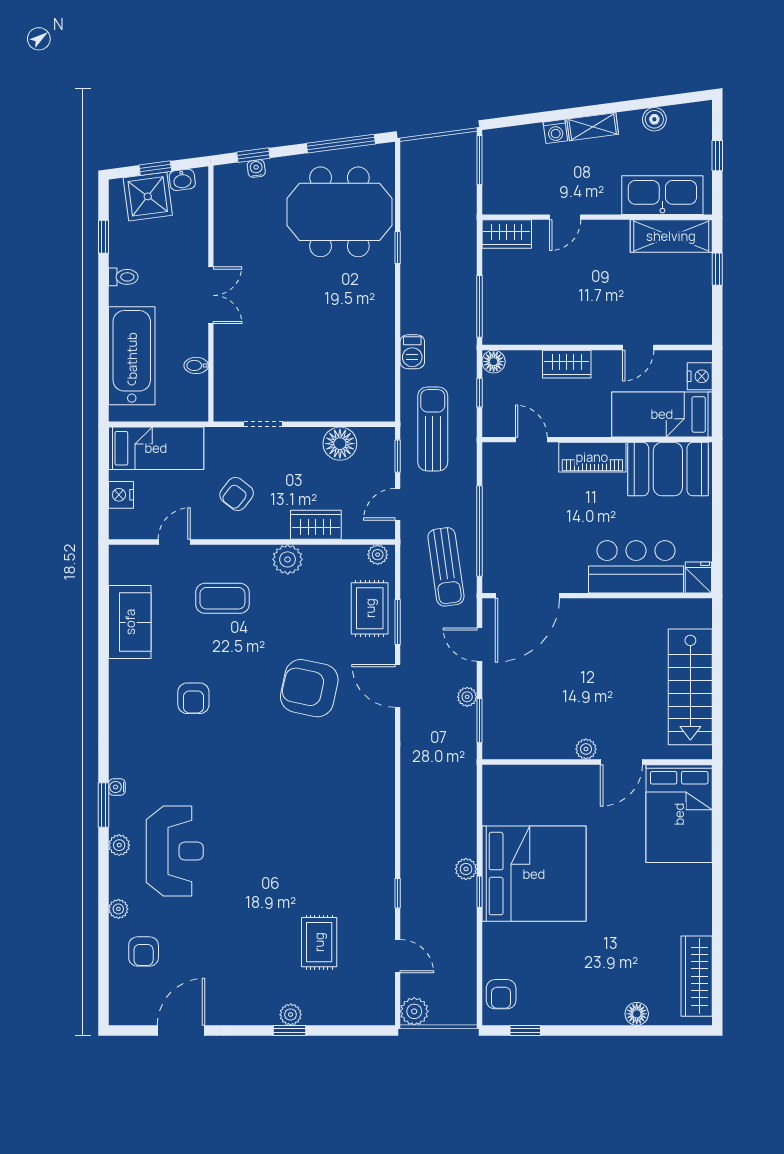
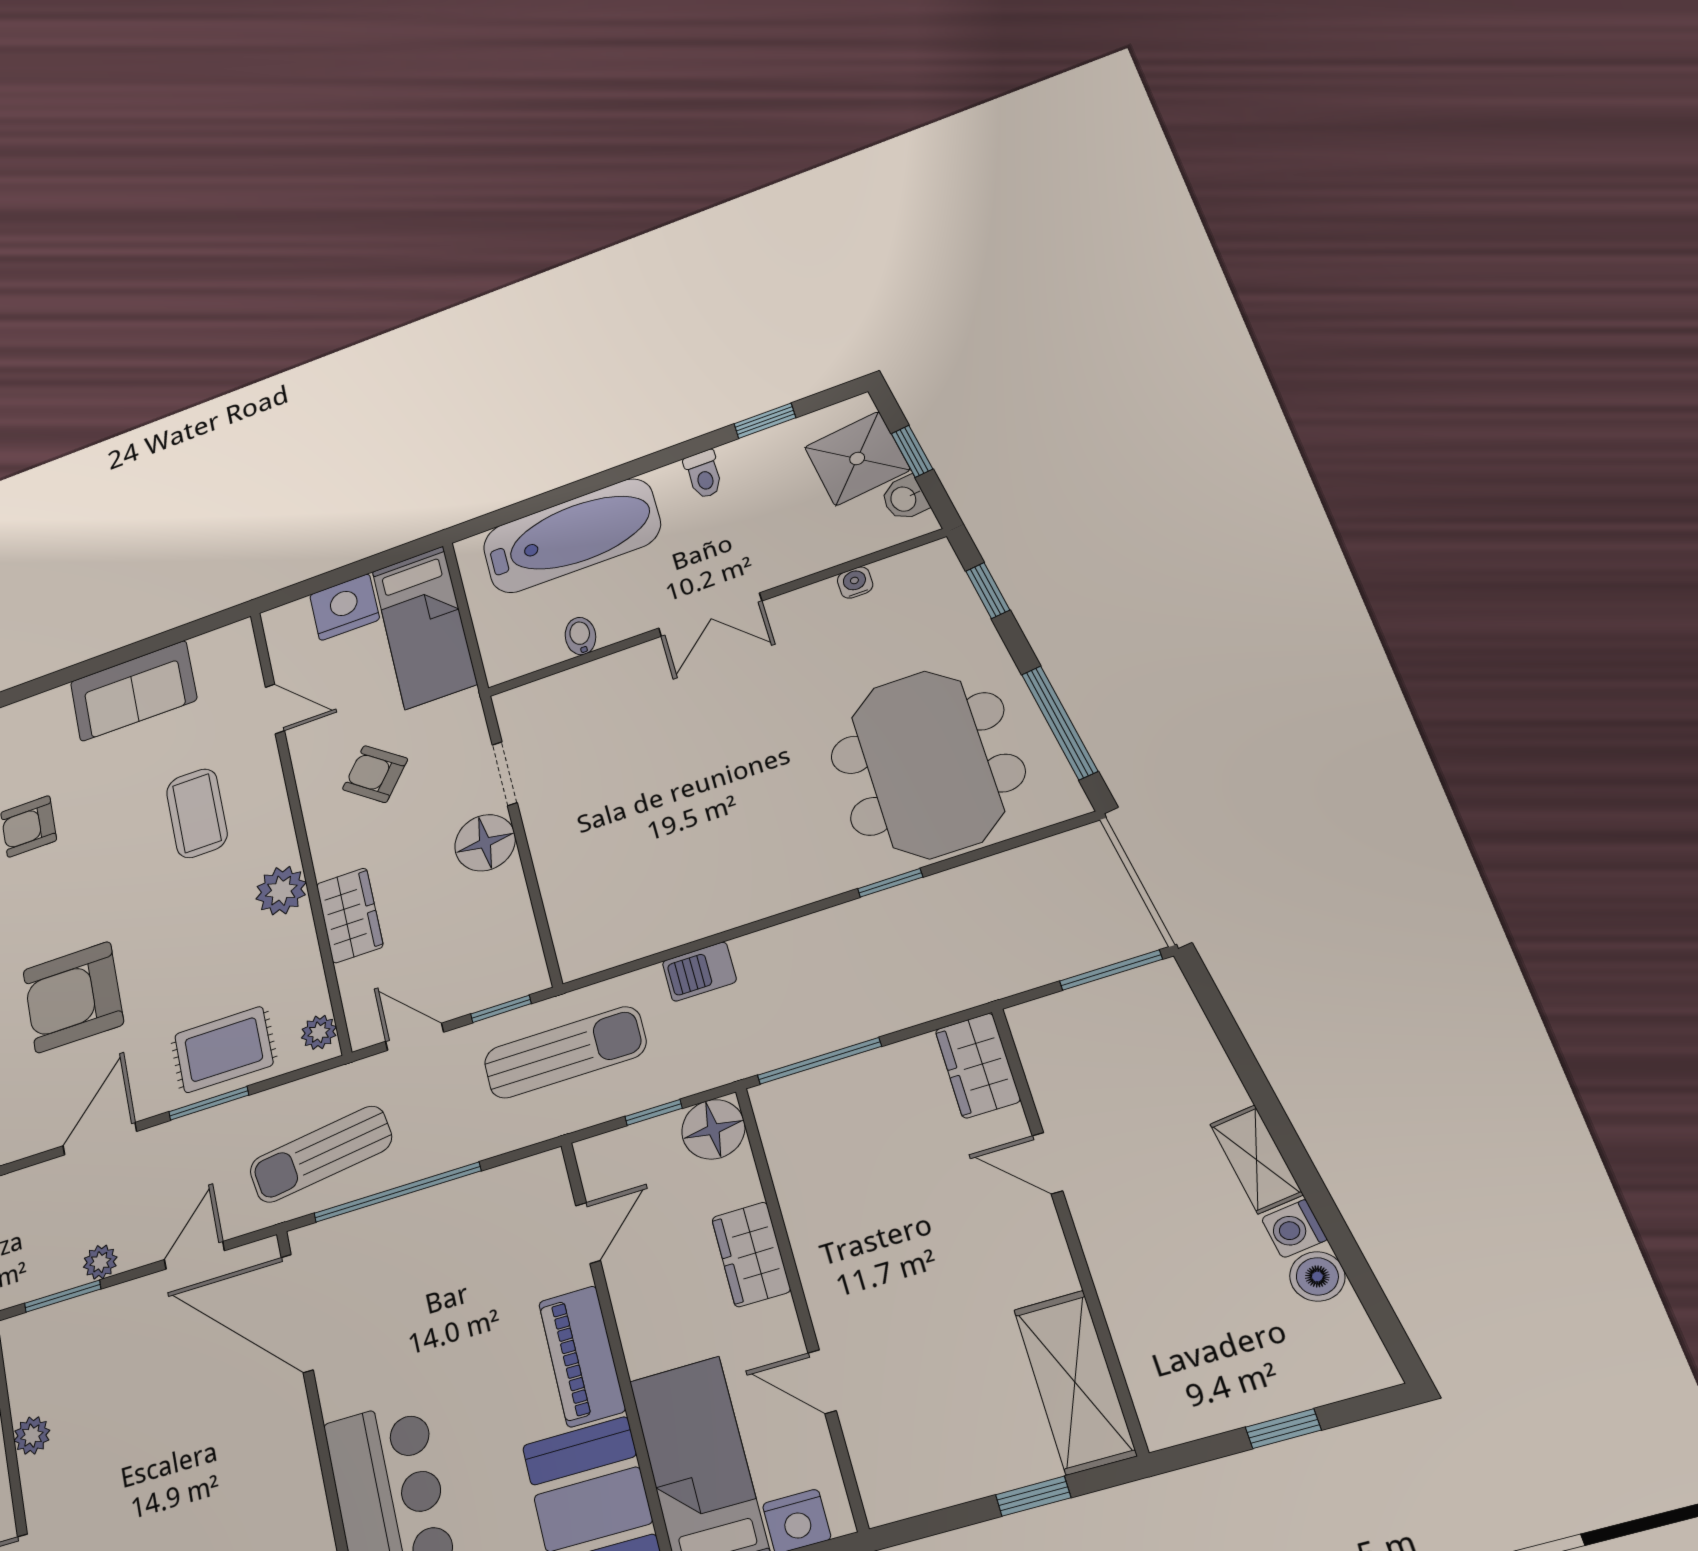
washing machine: (555, 131) -> (1294, 1229), moved
water cooler: (256, 169) -> (855, 583), moved, turned -82
kitchen sink: (662, 195) -> (1157, 1339), removed
floor lamp: (494, 362) -> (713, 1129), width x1.38, depth x1.38
floor lamp: (340, 444) -> (485, 843), moved
nightstand: (121, 495) -> (345, 607), width x1.36, depth x1.33
armchair: (309, 688) -> (73, 997), turned -102
plant: (586, 749) -> (32, 1436), moved

